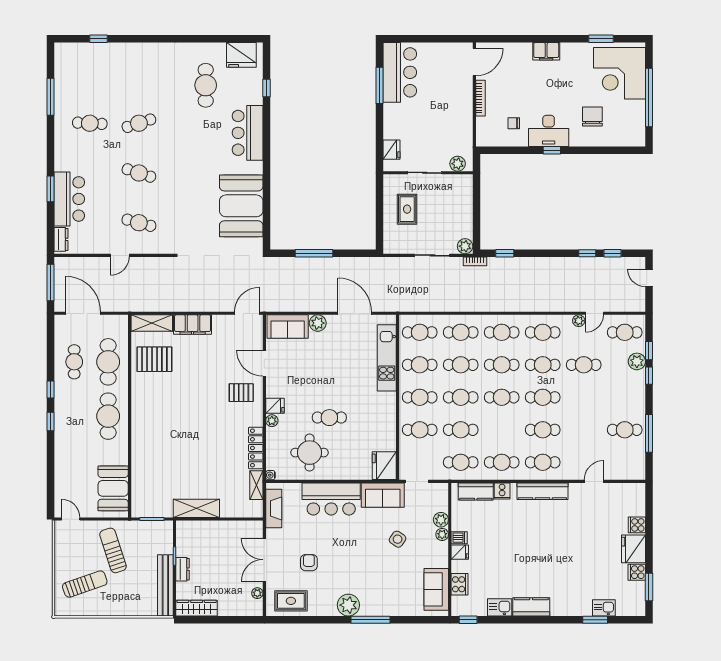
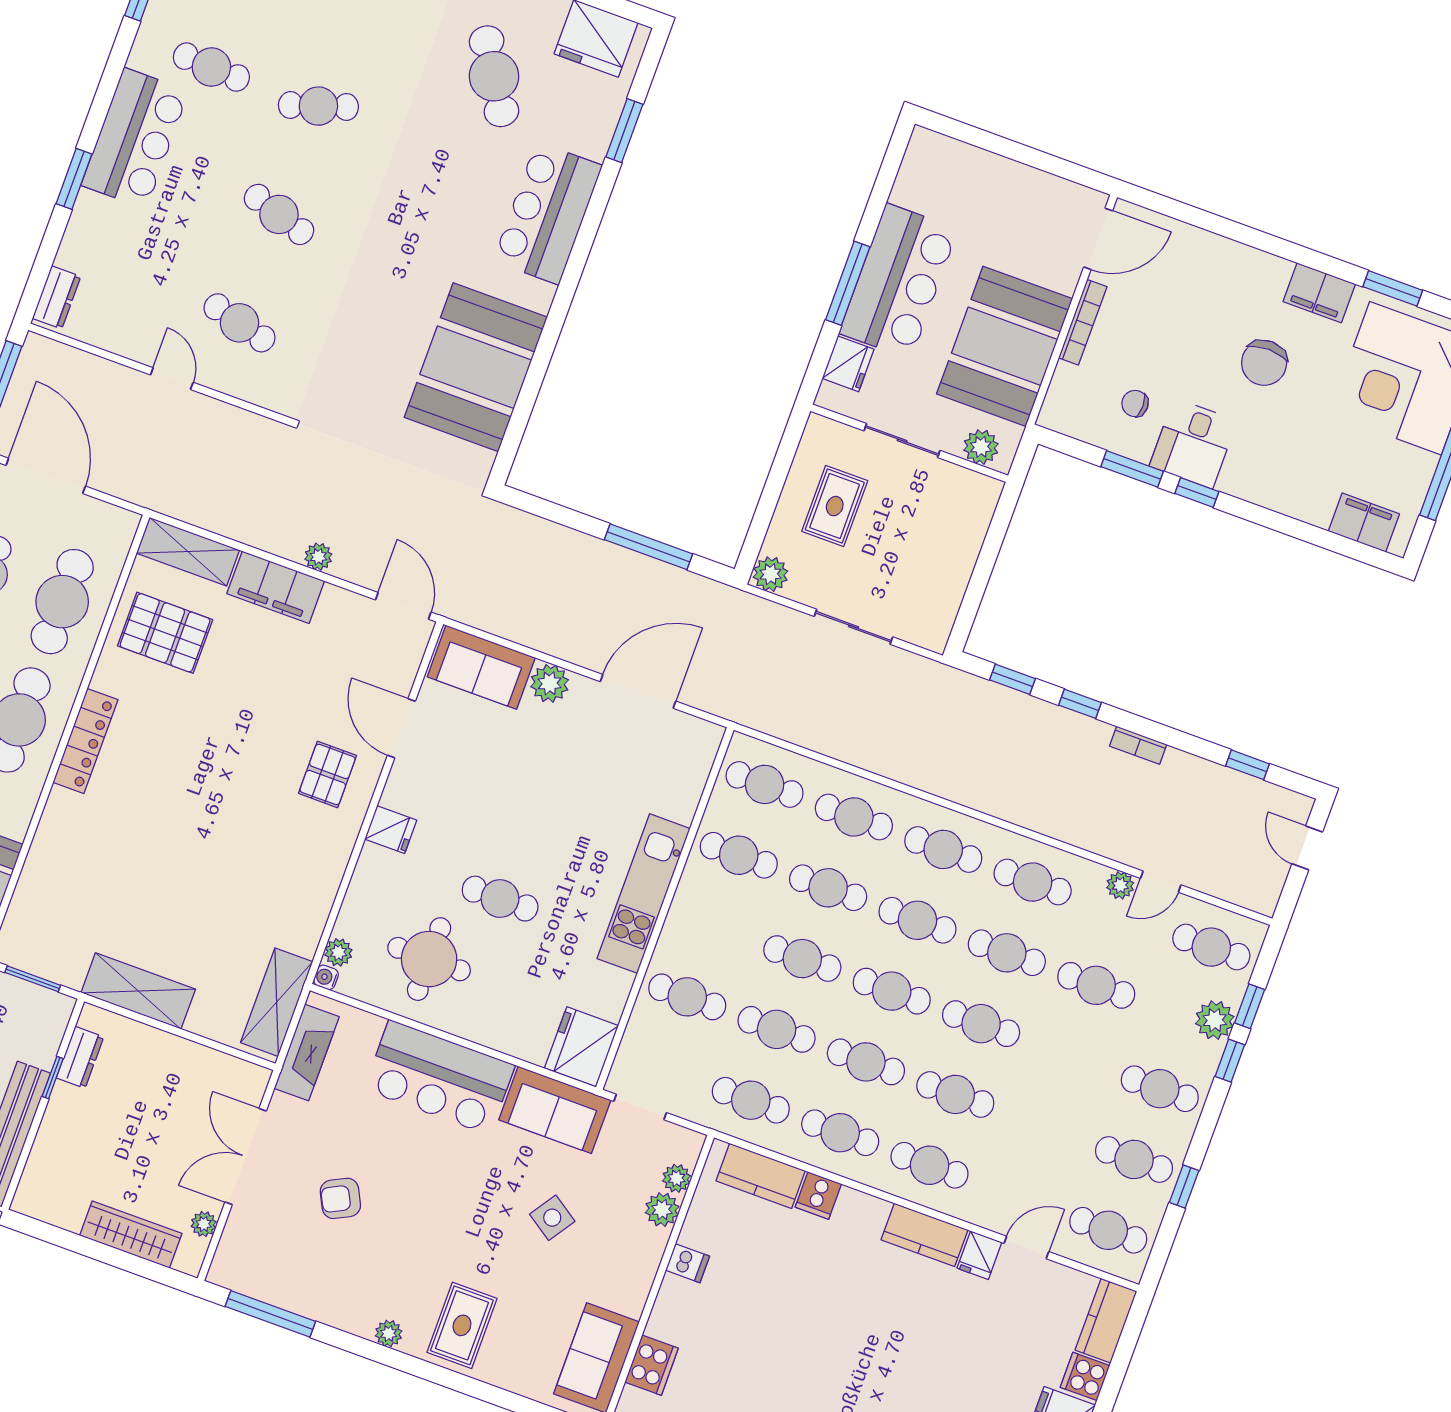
filing cabinet: (546, 51) -> (1319, 293), moved
bar counter: (400, 72) -> (899, 281), moved
cafe table: (206, 85) -> (494, 76), turned -32
window: (379, 85) -> (848, 283), moved
window: (266, 88) -> (624, 131), width x1.50
chair: (592, 116) -> (1264, 363), moved, turned 180
booth: (452, 119) -> (1005, 346), added
desk: (549, 131) -> (1193, 443), width x0.73
filing cabinet: (624, 138) -> (1364, 523), added
window: (522, 150) -> (1132, 469), added
bar counter: (69, 199) -> (135, 138), moved
plant: (465, 246) -> (770, 574), moved
window: (314, 253) -> (648, 547), moved
window: (587, 253) -> (1080, 704), moved
door: (120, 255) -> (172, 379), swing flipped
bookcase: (475, 261) -> (1138, 745), moved
plant: (205, 306) -> (318, 557), added
door: (247, 313) -> (403, 606), hinge flipped
door: (355, 313) -> (638, 691), hinge flipped
kitchen unit: (387, 358) -> (644, 894), moved
pallet: (241, 393) -> (328, 774), turned 90
cafe table: (420, 397) -> (866, 1062), moved
cafe table: (625, 397) -> (1160, 1089), added
plant: (272, 421) -> (338, 952), moved
window: (649, 433) -> (1184, 1187), width x0.46
locker: (256, 448) -> (85, 741), moved, turned 180
cafe table: (625, 462) -> (1108, 1230), added
shelving: (256, 485) -> (277, 1002), width x1.50, depth x1.33
kitchen counter: (542, 491) -> (925, 1235), width x0.67
kitchen counter: (637, 499) -> (1106, 1321), added
plant: (442, 534) -> (677, 1178), moved
fridge: (460, 552) -> (979, 1255), moved, turned 90
armchair: (309, 563) -> (340, 1198), turned -117
dresser: (183, 569) -> (80, 1057), moved
rug: (291, 601) -> (462, 1325), moved, turned 90
plant: (348, 605) -> (389, 1333), width x0.53, depth x0.53
wardrobe: (197, 608) -> (131, 1234), moved
window: (370, 620) -> (270, 1314), moved

